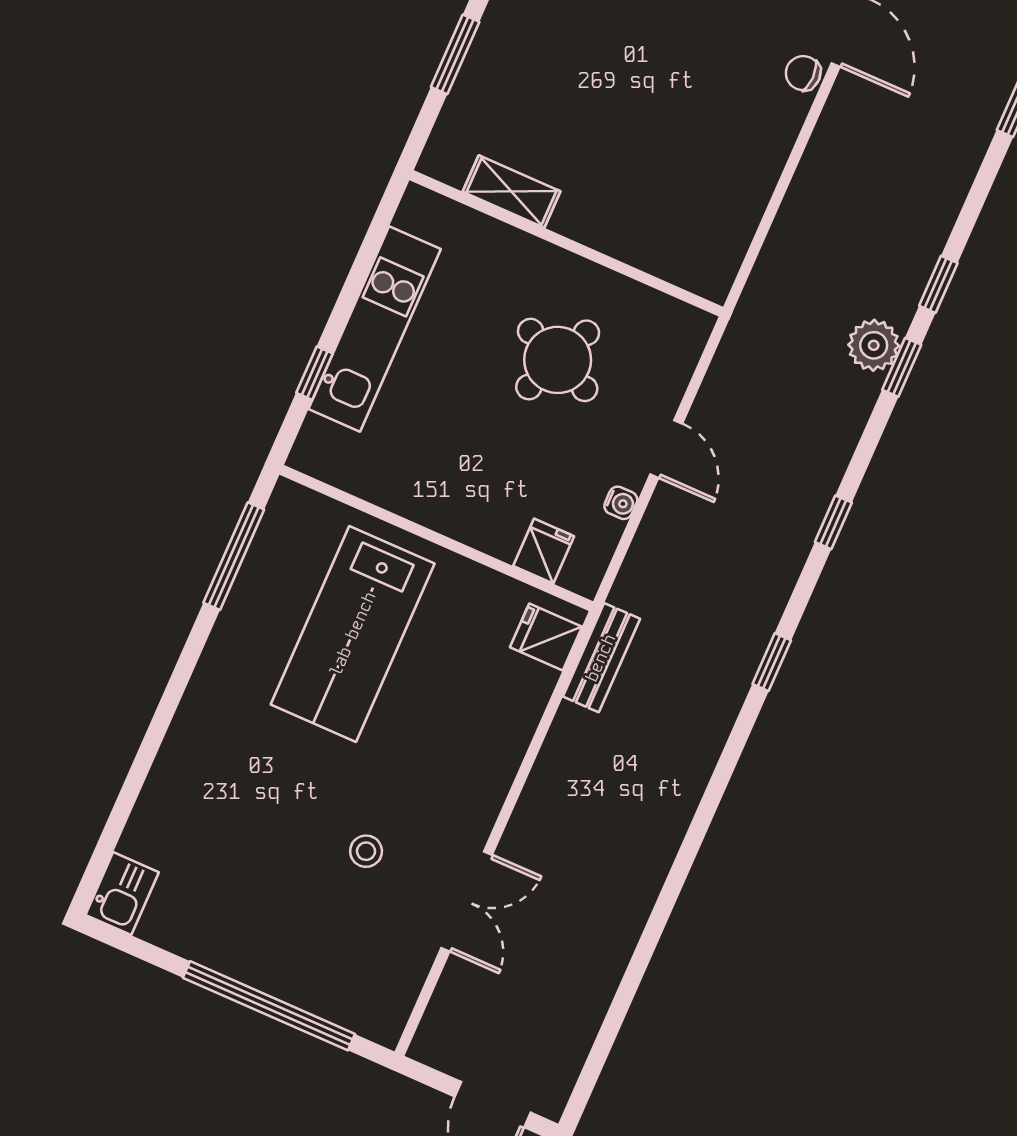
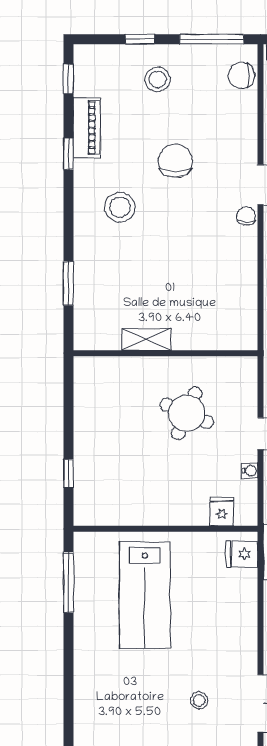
chair: (803, 73) -> (246, 216), turned 90
shelving: (511, 191) -> (147, 339), moved
kitchen unit: (375, 329) -> (89, 438), removed

